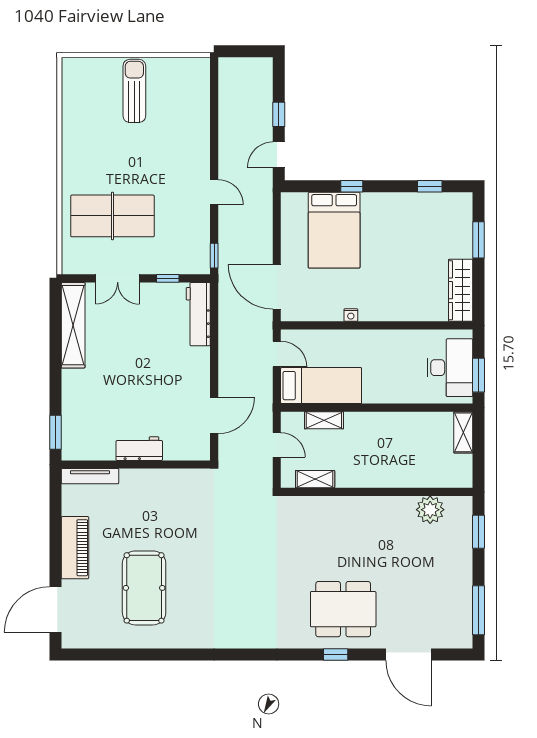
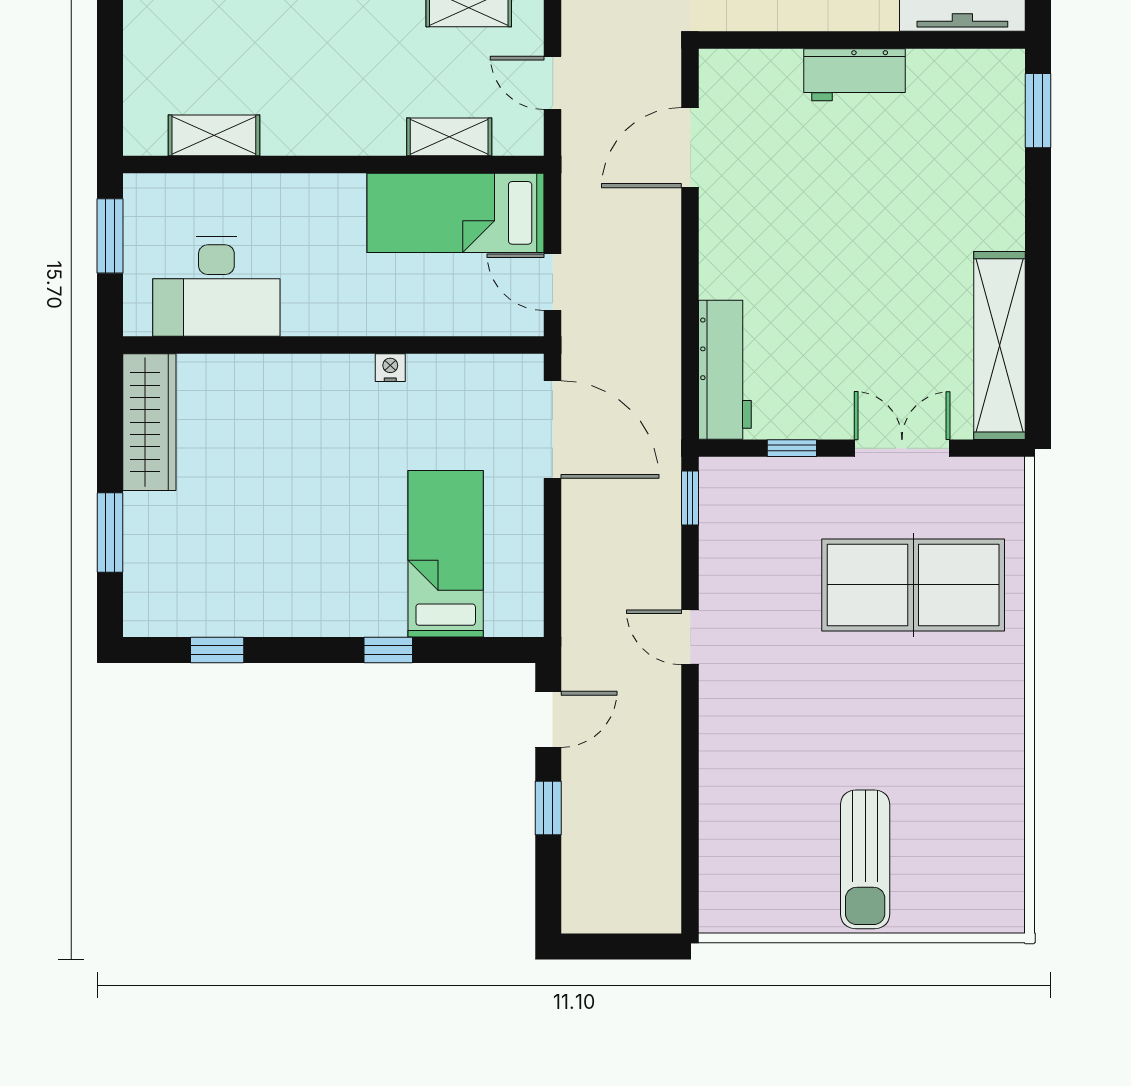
bed: (334, 230) -> (446, 554), width x0.67
desk: (450, 368) -> (216, 287), moved, turned -90
shelving: (463, 432) -> (214, 135), moved, turned 90

